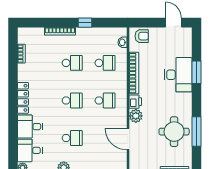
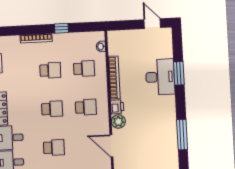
armchair: (142, 36) -> (120, 39), removed
round table: (174, 132) -> (159, 136), removed

